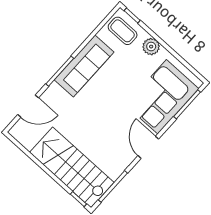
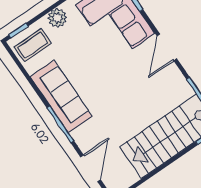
door: (148, 147) -> (167, 47), hinge flipped

